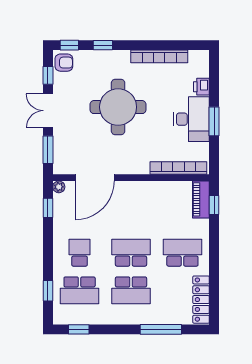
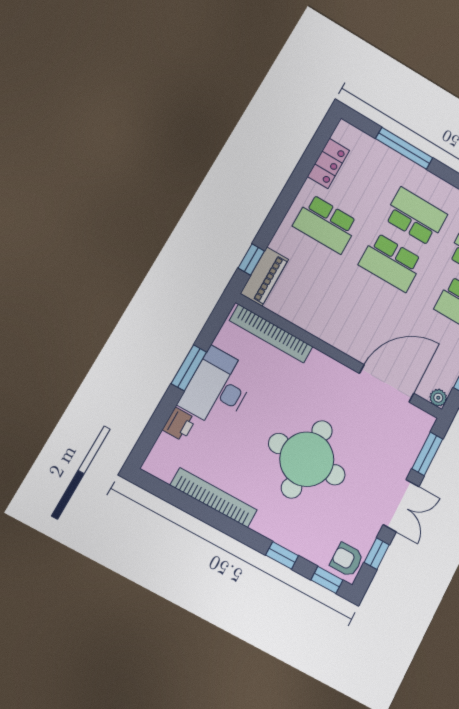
locker: (201, 300) -> (329, 163), width x0.66

